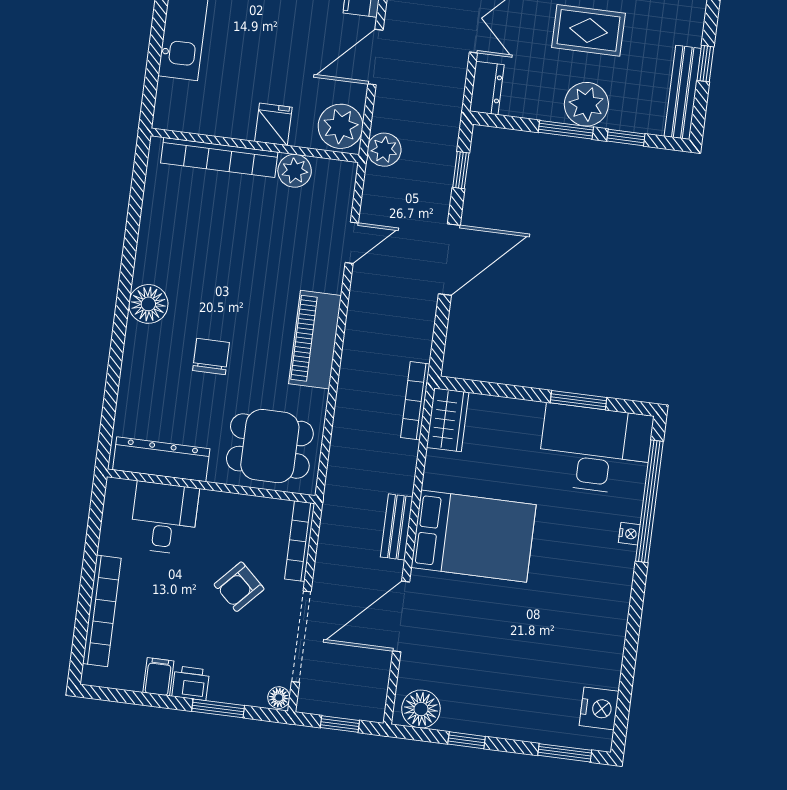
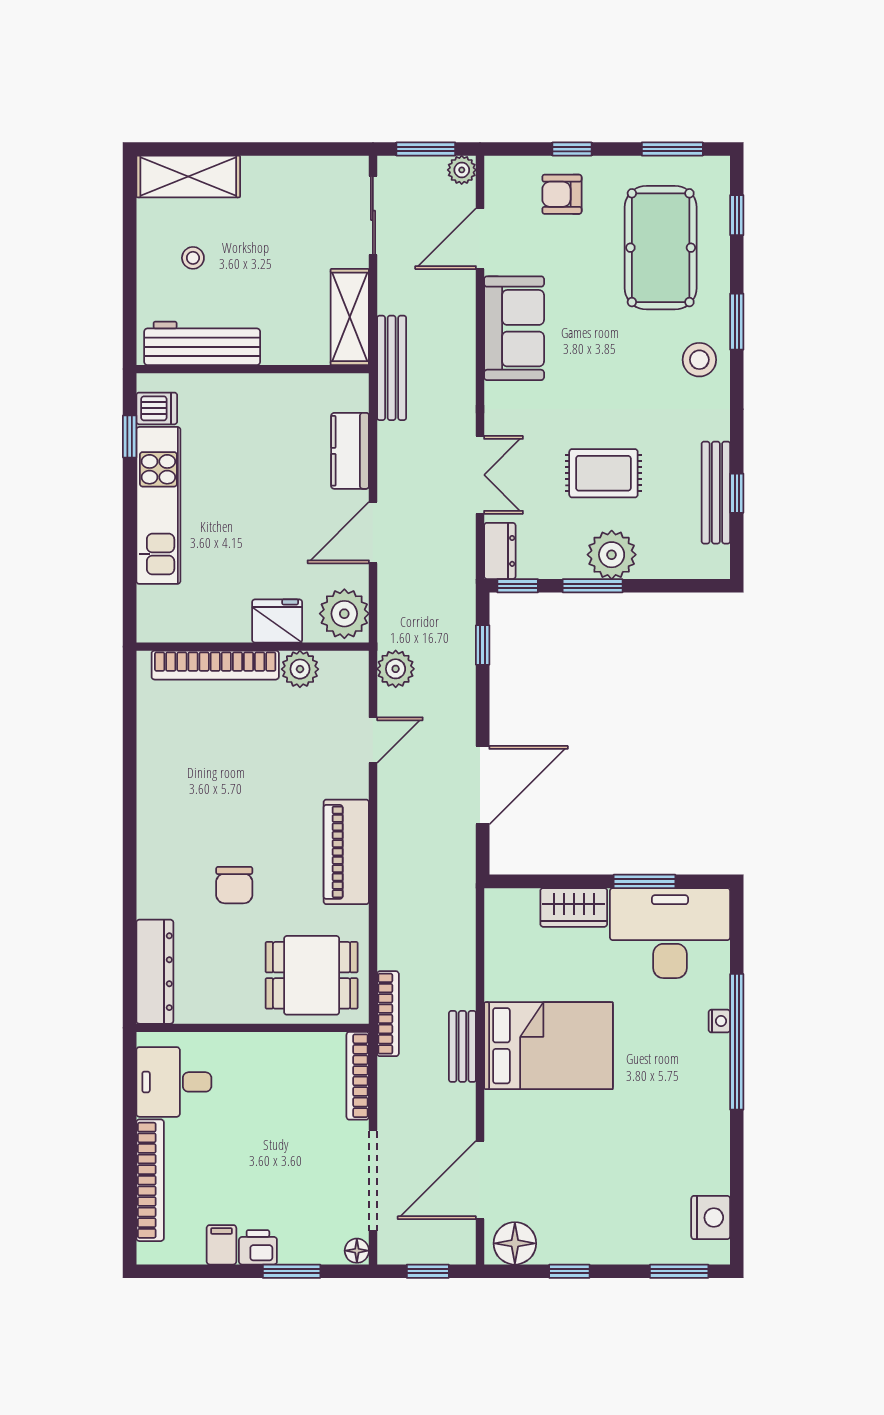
bench: (683, 92) -> (716, 493), moved
fridge: (273, 124) -> (277, 621), width x1.38
window: (626, 137) -> (518, 586), moved
plant: (384, 150) -> (396, 669), moved
door: (449, 259) -> (483, 785), moved
floor lamp: (148, 304) -> (158, 836), removed
chair: (211, 356) -> (234, 885), turned 180
bookcase: (415, 401) -> (388, 1014), moved, turned 180
wardrobe: (448, 420) -> (574, 907), moved, turned 90
dresser: (161, 459) -> (155, 972), moved, turned 90
window: (649, 501) -> (737, 1042), moved
desk: (164, 518) -> (174, 1082), moved, turned -90
armchair: (239, 587) -> (297, 1134), removed
door: (401, 616) -> (480, 1180), moved

